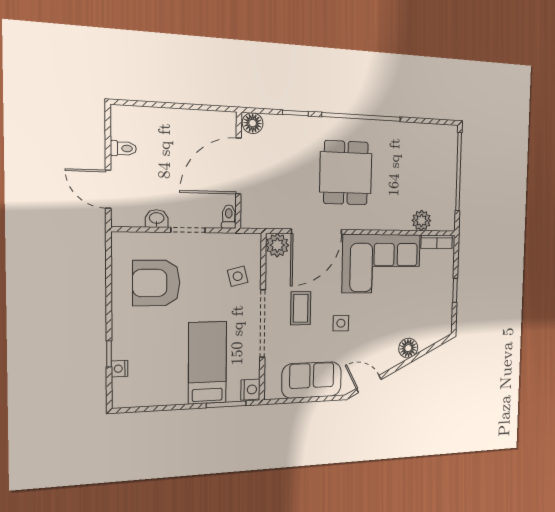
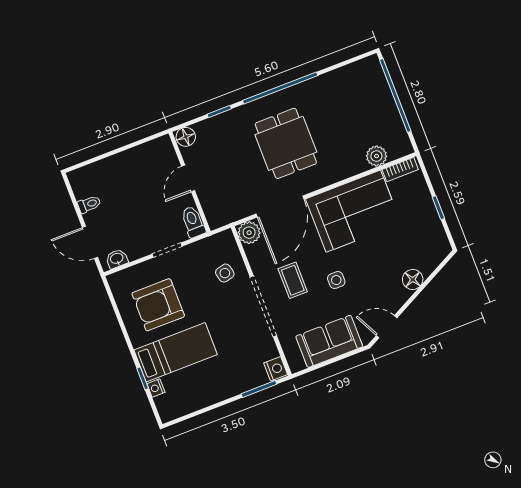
door: (238, 166) -> (188, 178), width x0.53
toilet: (229, 217) -> (193, 222), width x1.37, depth x1.39
washbasin: (157, 219) -> (117, 259), moved
bed: (207, 363) -> (176, 352), moved, turned 90

